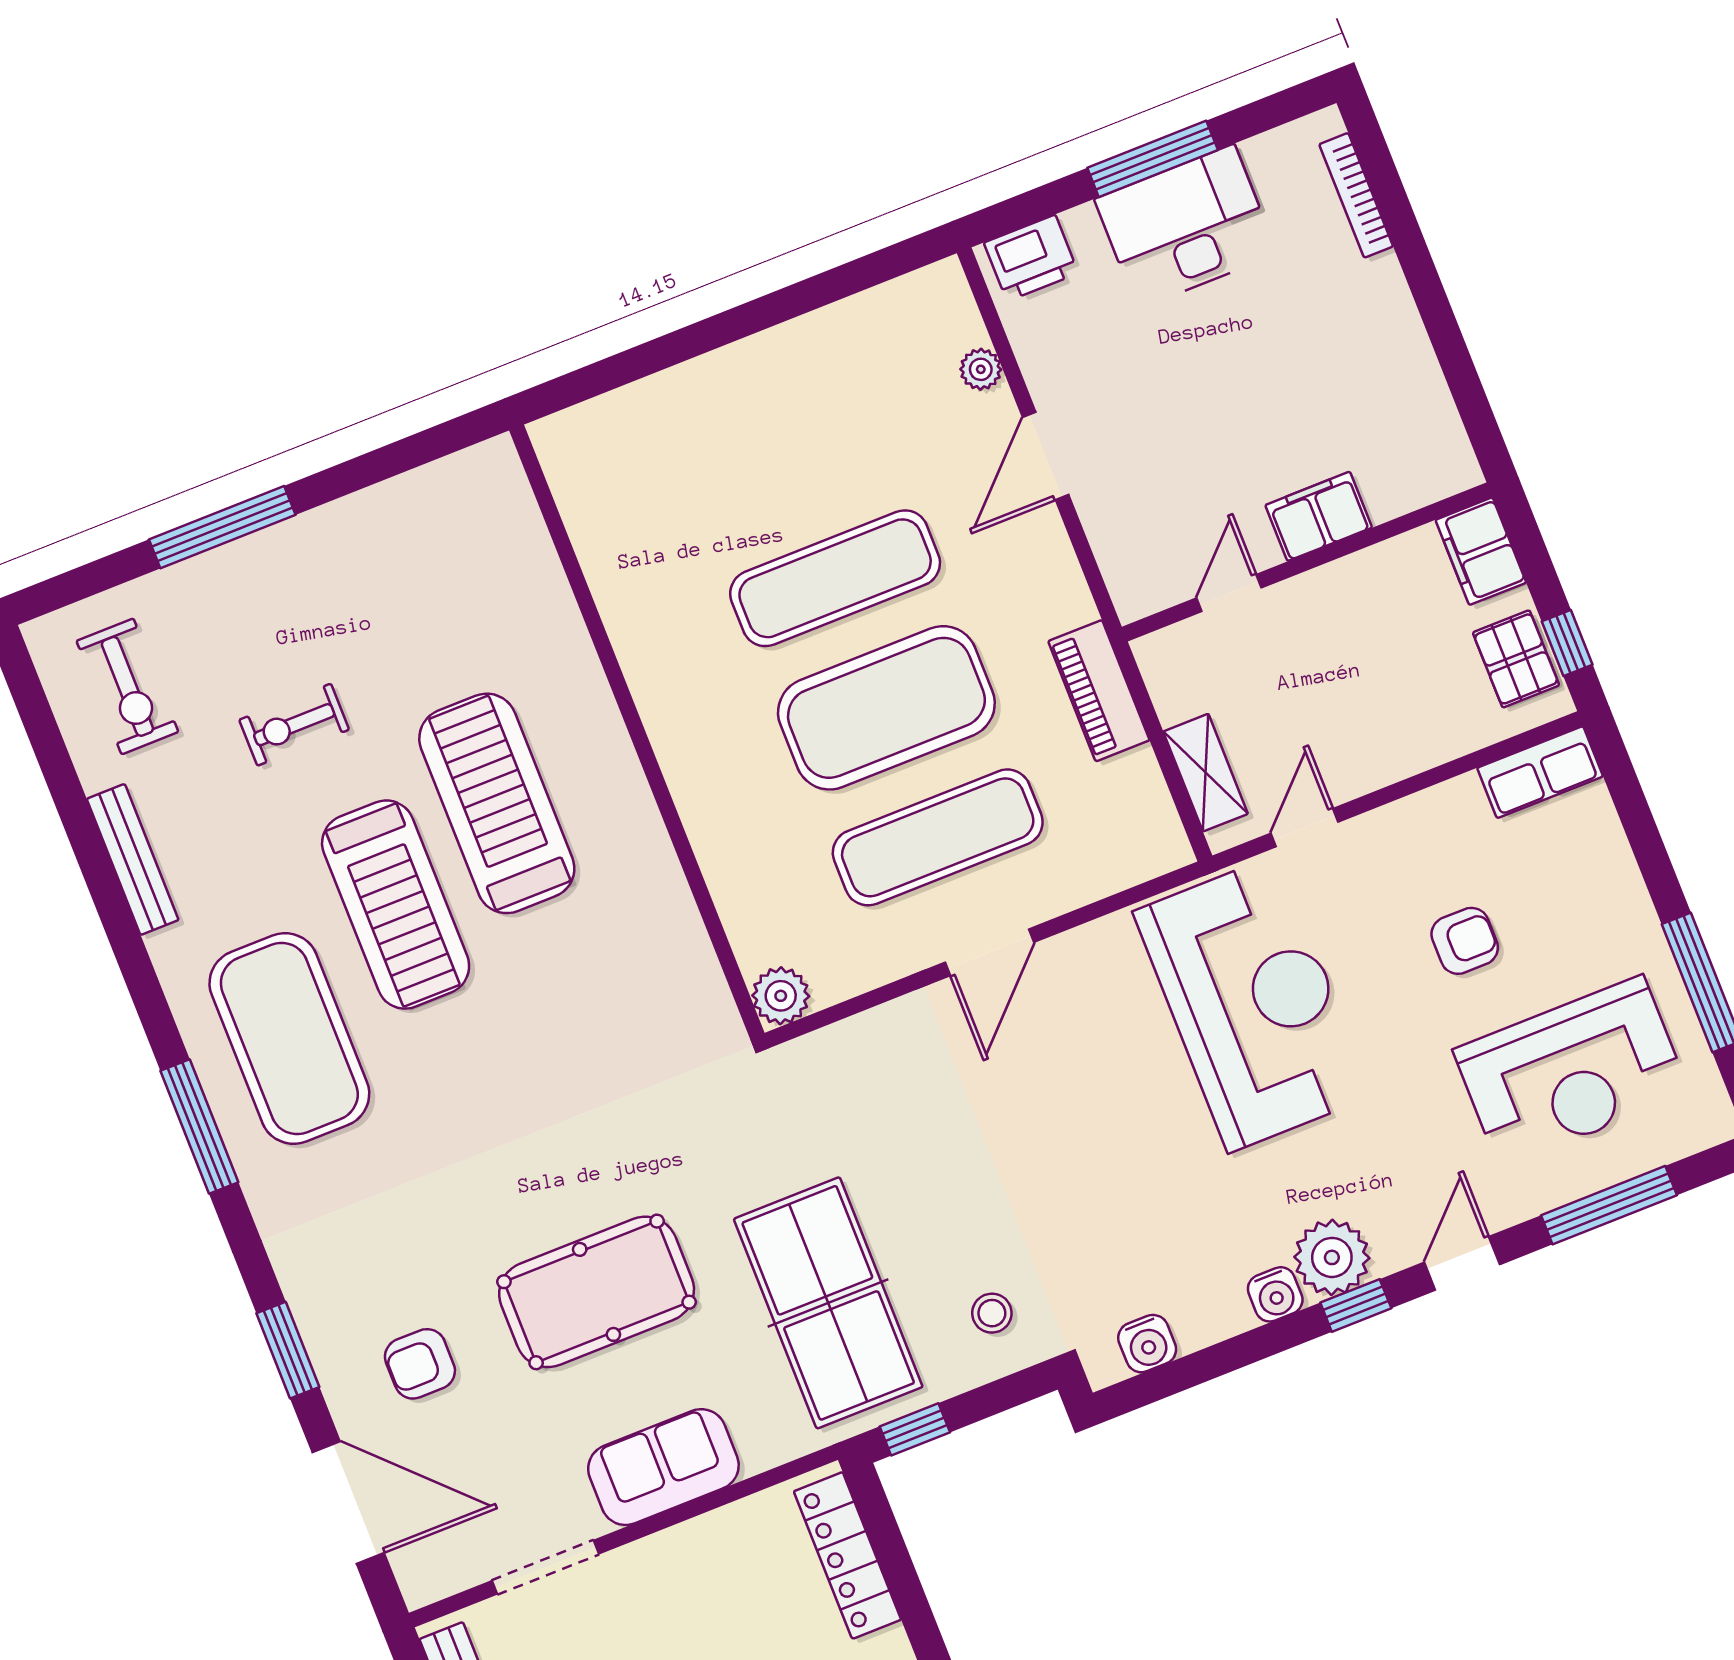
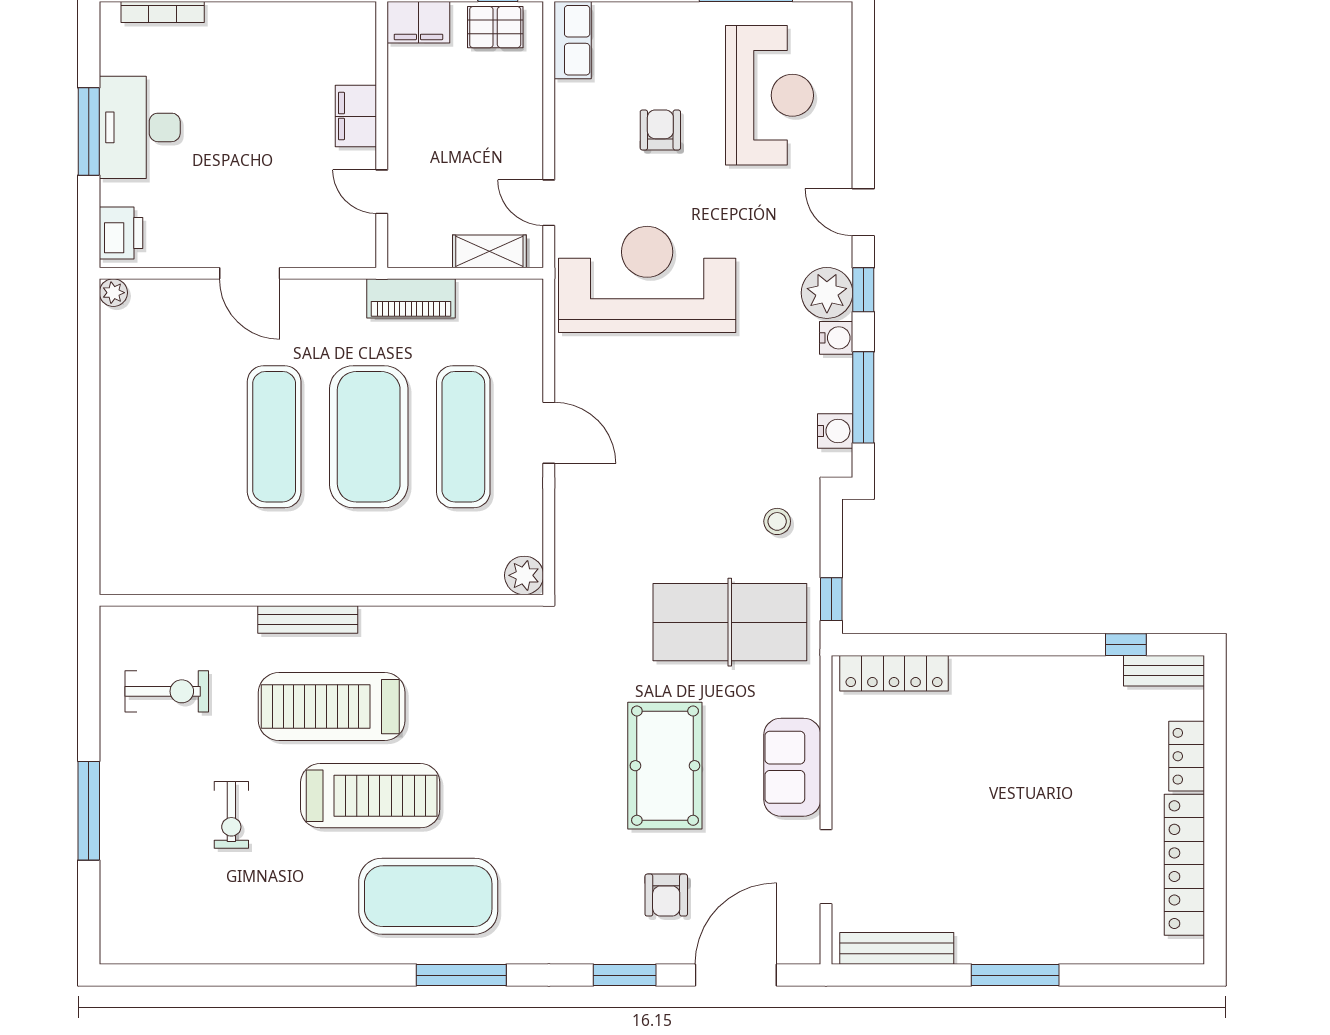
plant: (981, 369) -> (113, 293), moved
exercise bike: (127, 686) -> (167, 691), moved
bench: (133, 859) -> (308, 619), moved
window: (1609, 1205) -> (863, 397), moved

